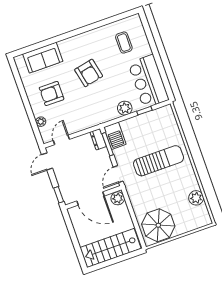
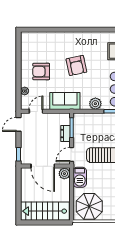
sofa: (43, 58) -> (65, 101), moved, turned 180
barbecue: (115, 136) -> (80, 177), moved
dresser: (98, 139) -> (65, 134), moved

